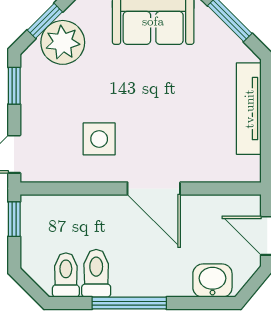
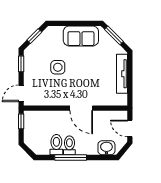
plant: (63, 42) -> (42, 45), removed
side table: (99, 139) -> (58, 67), moved
toilet: (66, 275) -> (69, 145), moved

